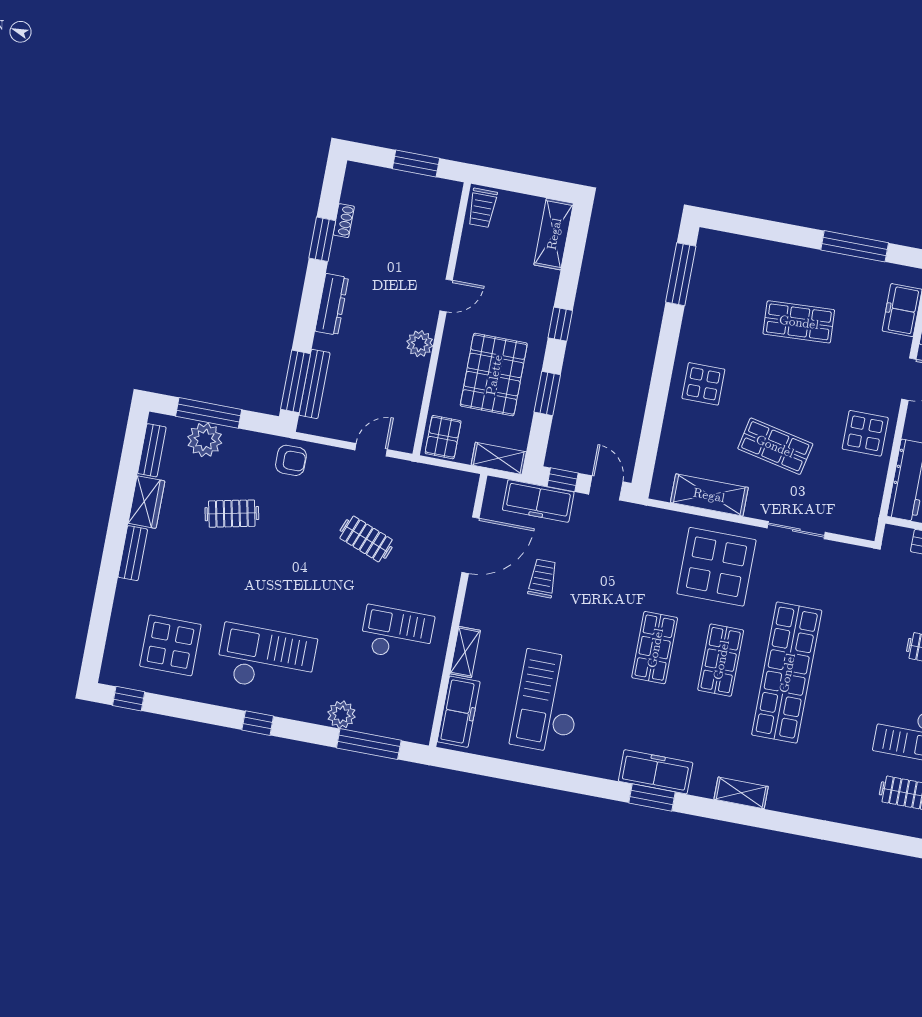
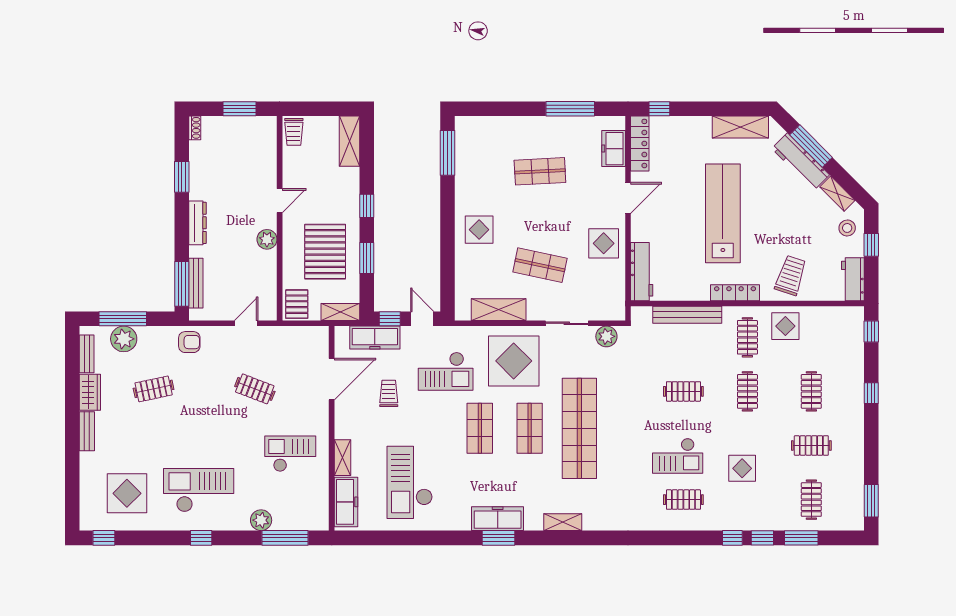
shoe rack: (344, 221) -> (195, 128), moved
plant: (846, 558) -> (606, 336), added
checkout: (624, 563) -> (446, 371), added

